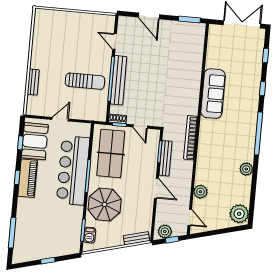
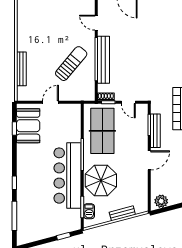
sun lounger: (85, 81) -> (71, 64), turned -50
bench: (33, 82) -> (21, 69), width x1.36
bar counter: (73, 170) -> (67, 176), moved
window: (17, 177) -> (14, 183), moved
piano: (28, 178) -> (25, 162), removed
door: (156, 188) -> (149, 160), hinge flipped
bench: (136, 238) -> (122, 213), moved
window: (172, 240) -> (169, 208), removed
window: (48, 261) -> (63, 236), moved

